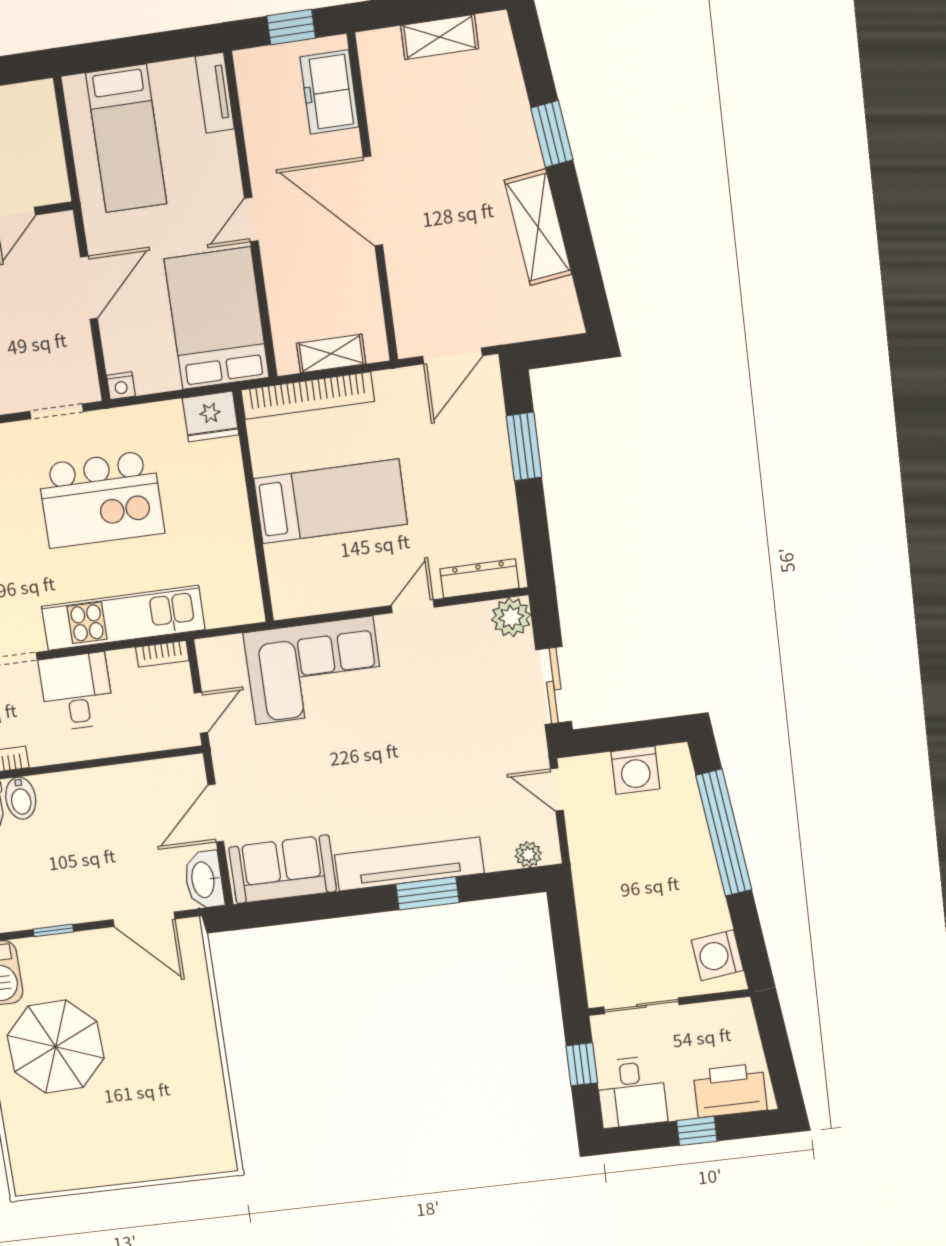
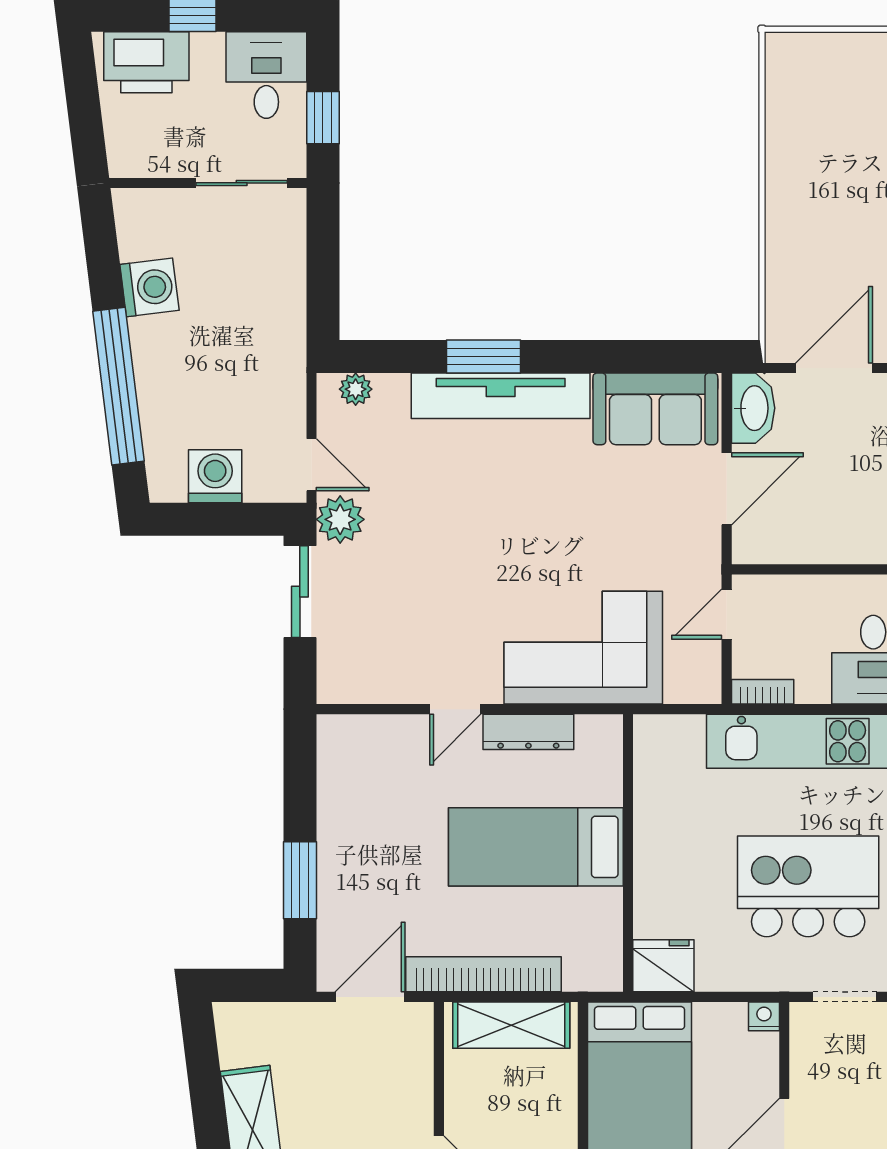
shelving: (331, 354) -> (511, 1025), width x1.50, depth x1.33
bookcase: (308, 396) -> (483, 974), moved
dresser: (479, 578) -> (528, 732), moved
plant: (511, 617) -> (340, 519), moved
door: (144, 919) -> (834, 368), hinge flipped
washing machine: (717, 955) -> (149, 287), moved

